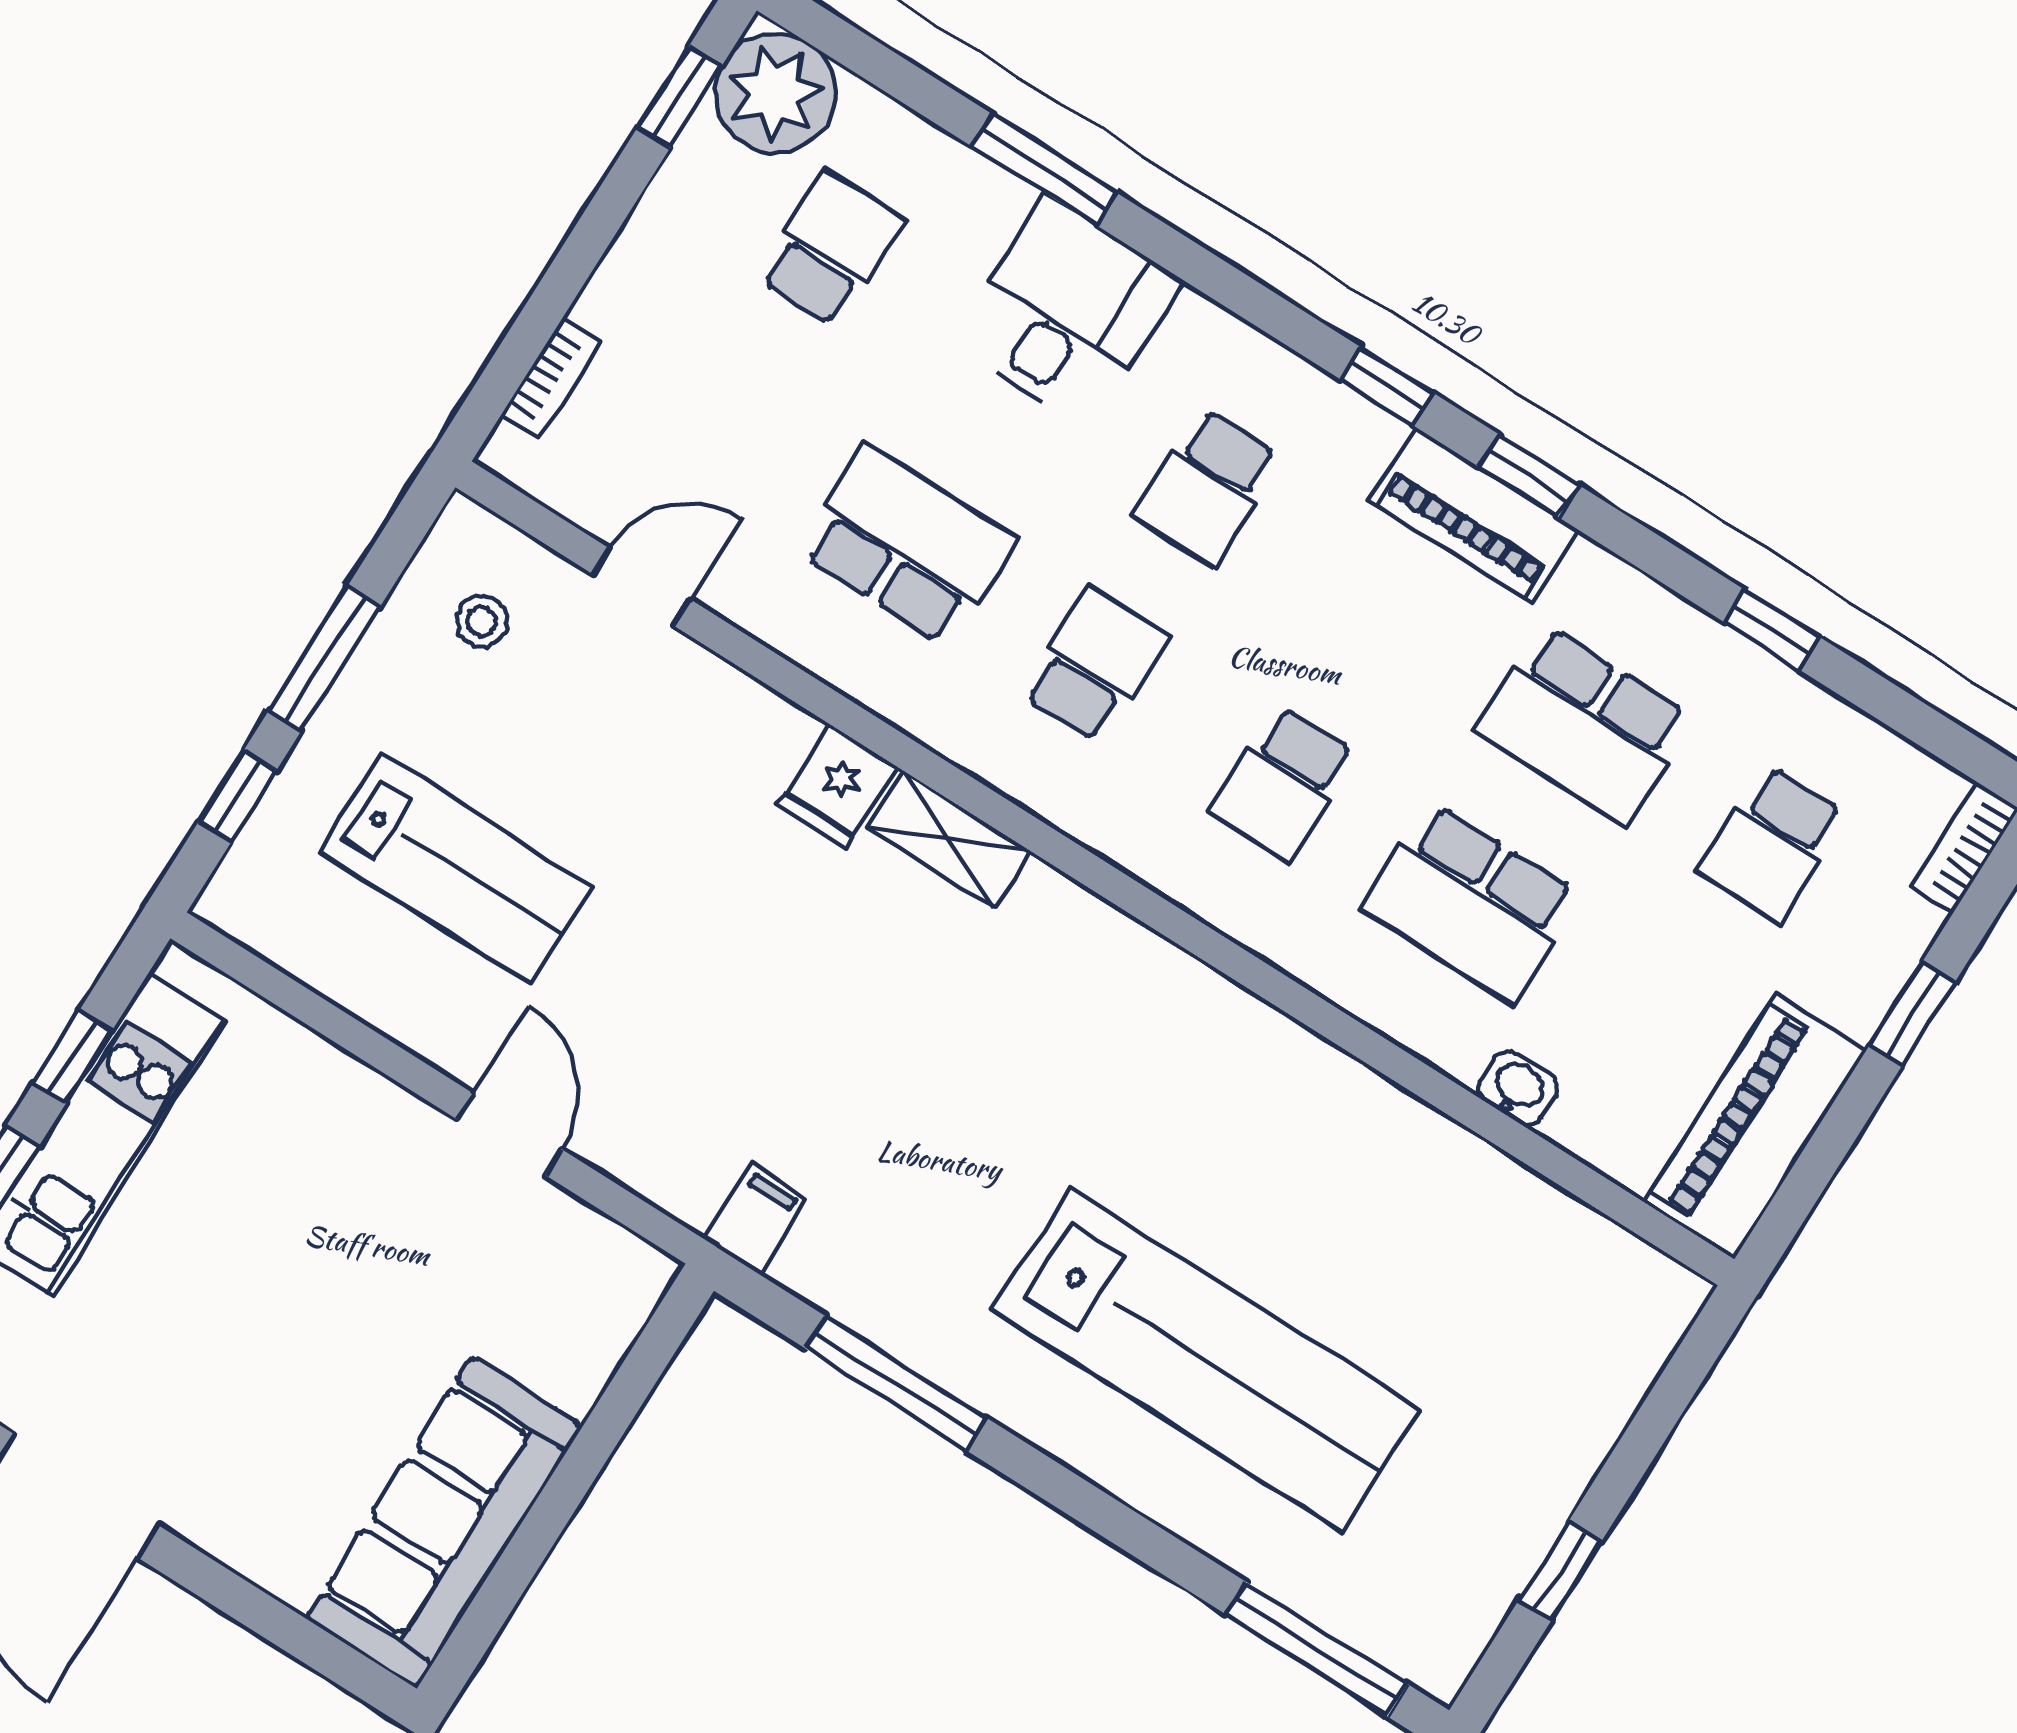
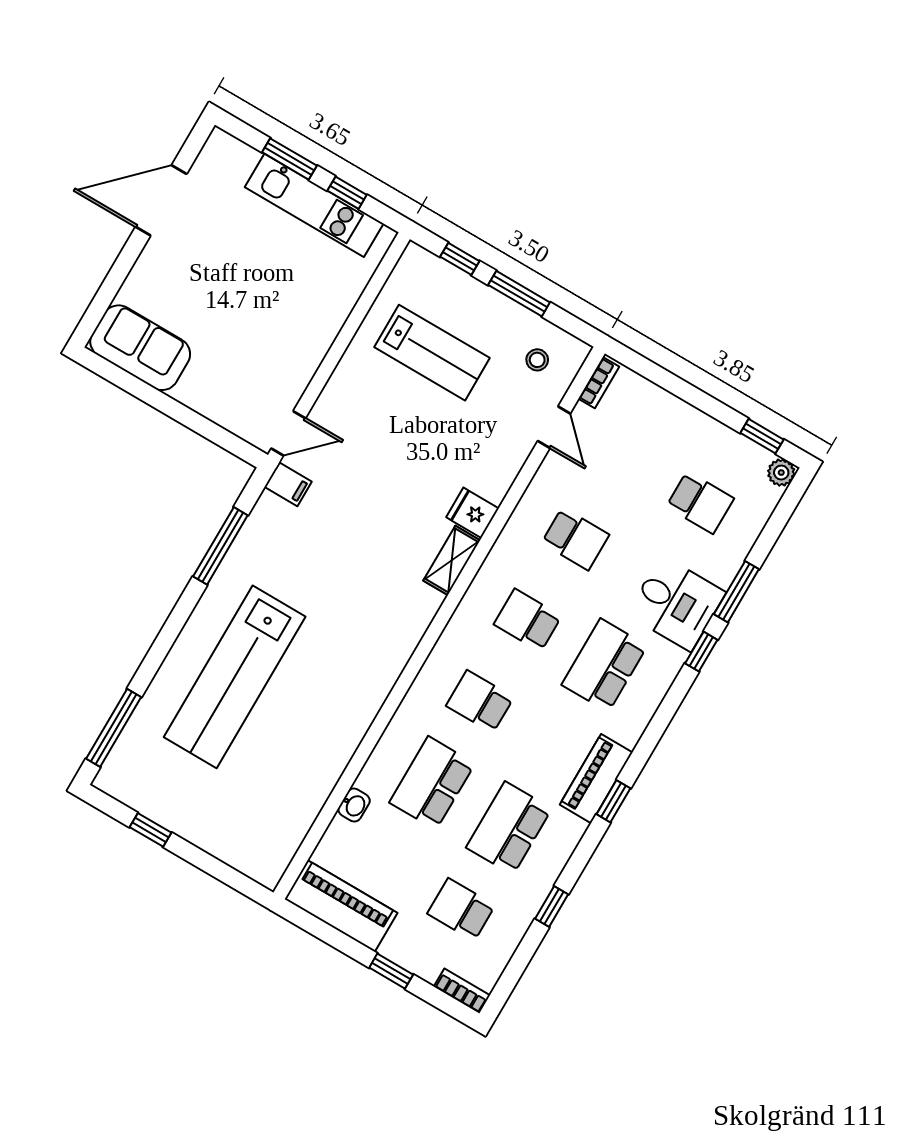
plant: (775, 93) -> (781, 473), width x0.53, depth x0.53
bookcase: (551, 378) -> (599, 383), moved, turned -90
window: (1386, 386) -> (701, 652), moved
school desk: (1208, 486) -> (604, 665), width x1.85
school desk: (907, 545) -> (575, 539), width x0.54
school desk: (1095, 664) -> (528, 620), turned 180
lab bench: (456, 869) -> (432, 353), turned -90
door: (509, 1134) -> (288, 433), moved
sofa: (444, 1522) -> (140, 348), width x0.73

